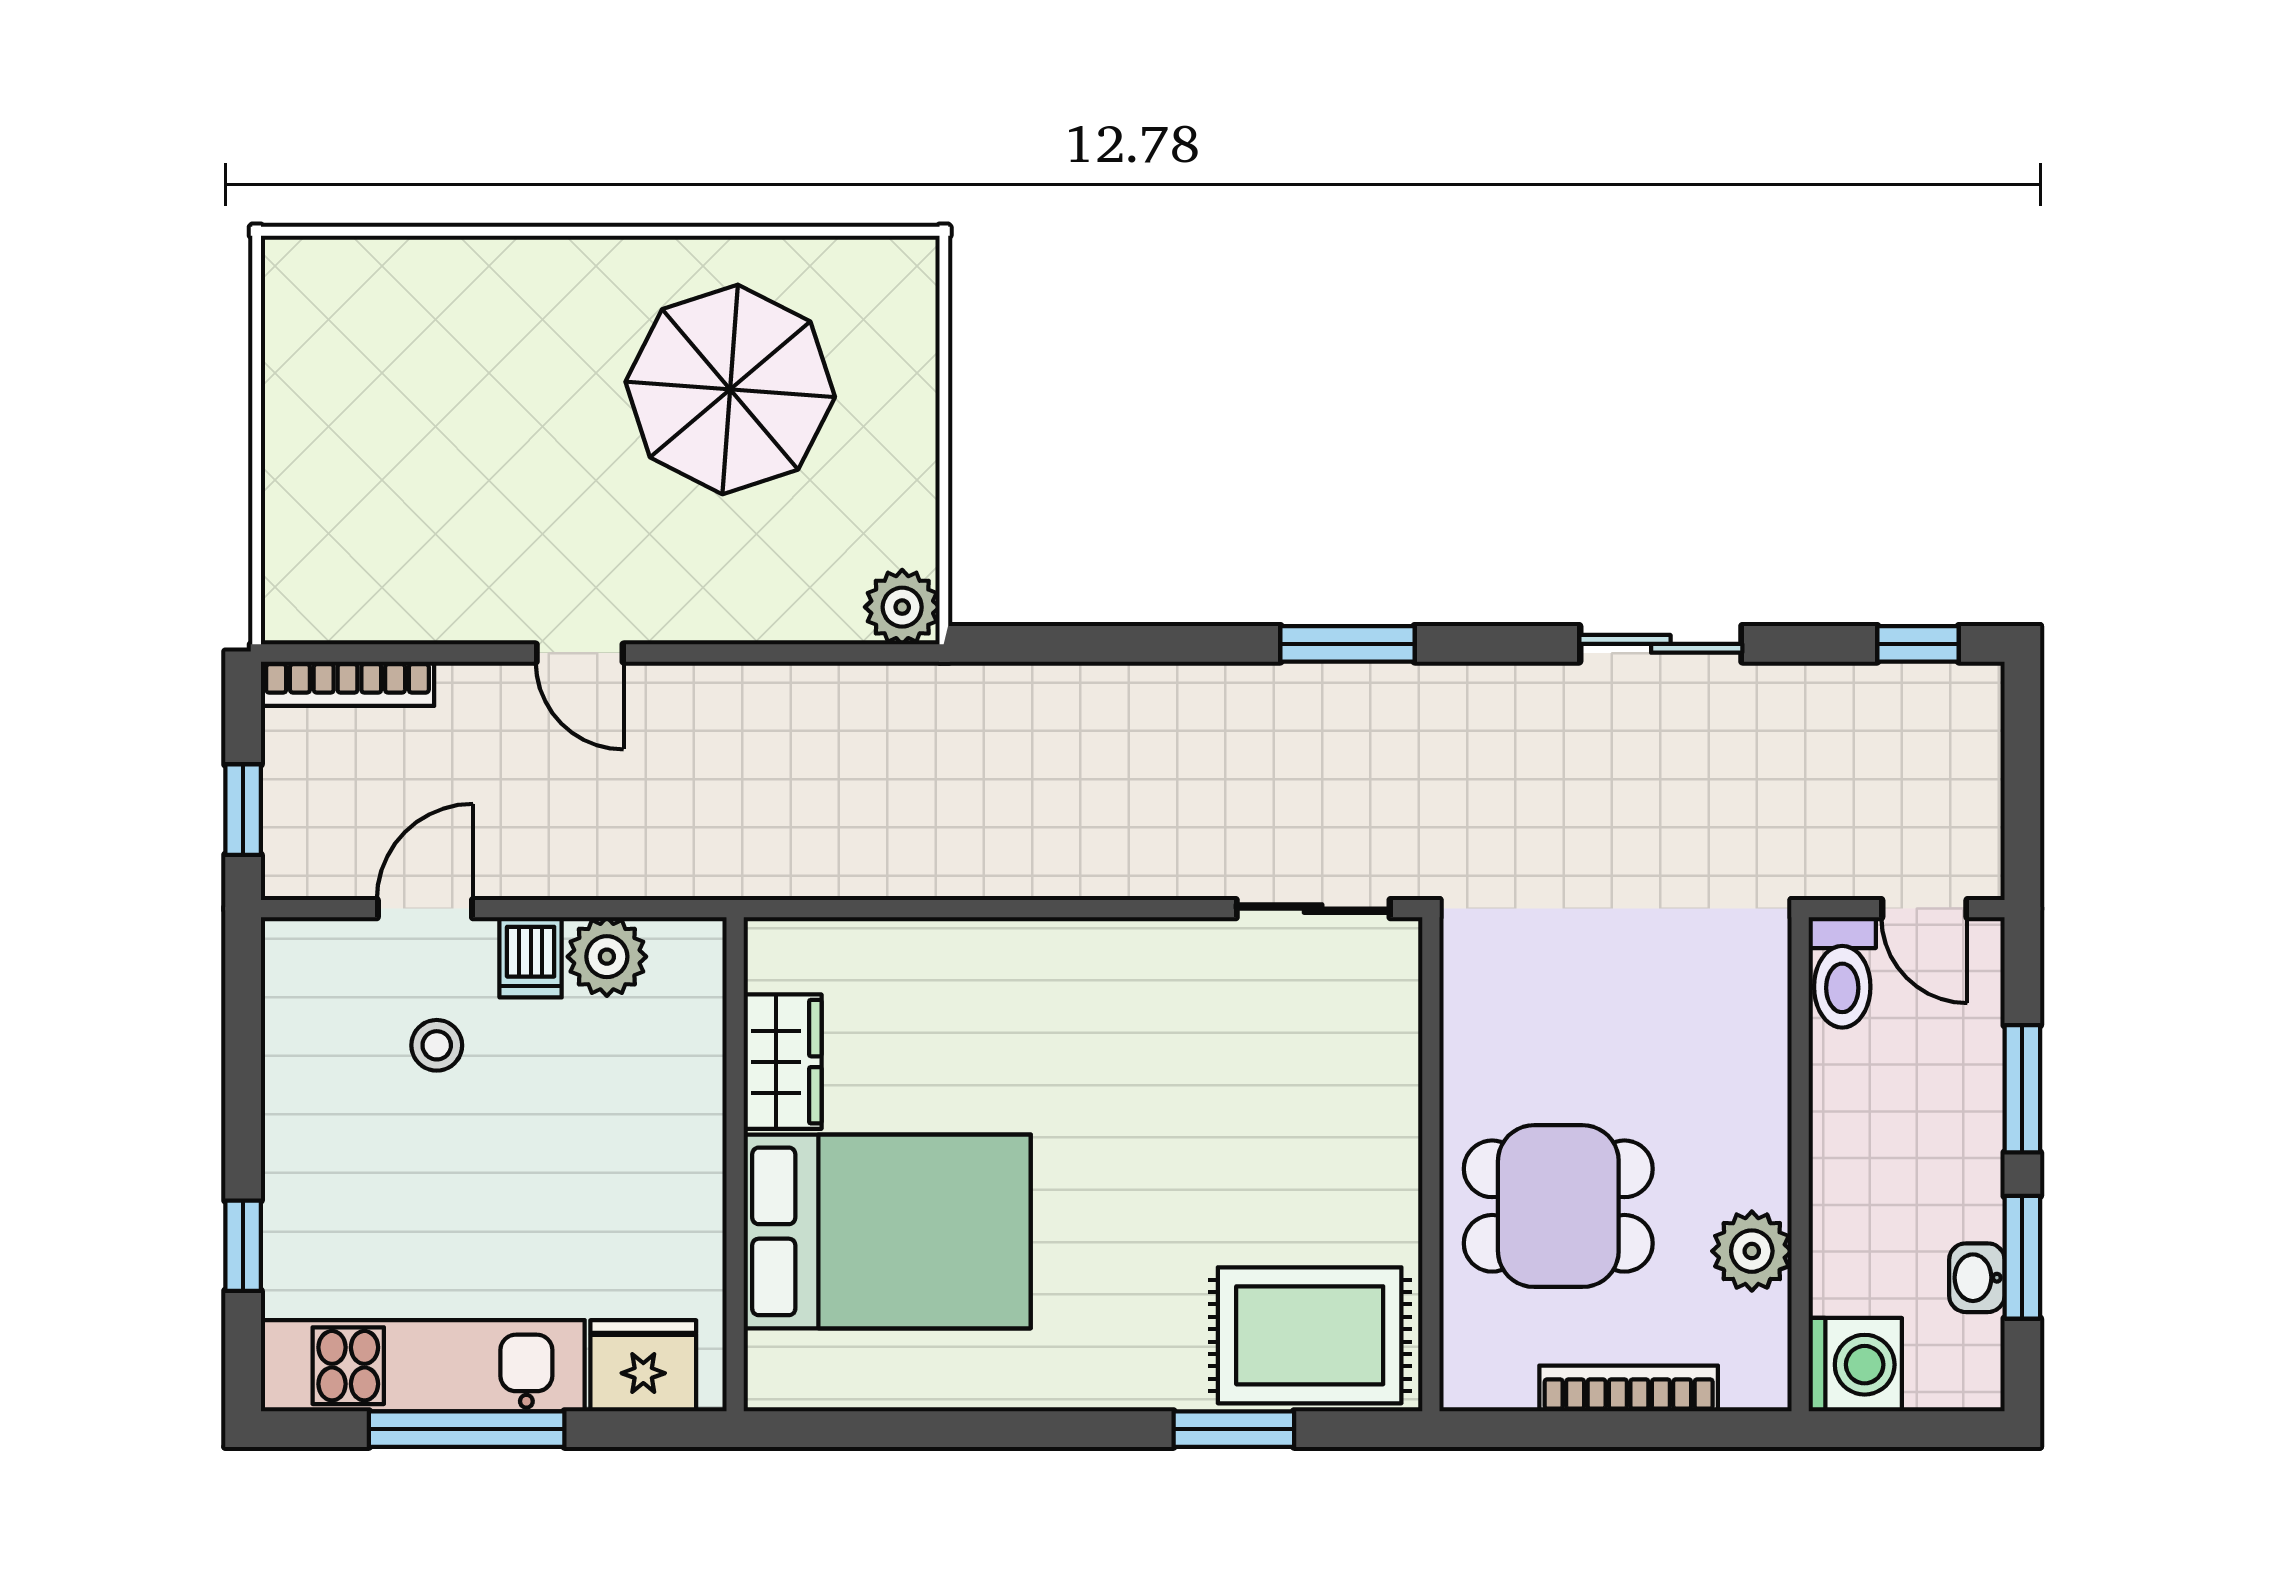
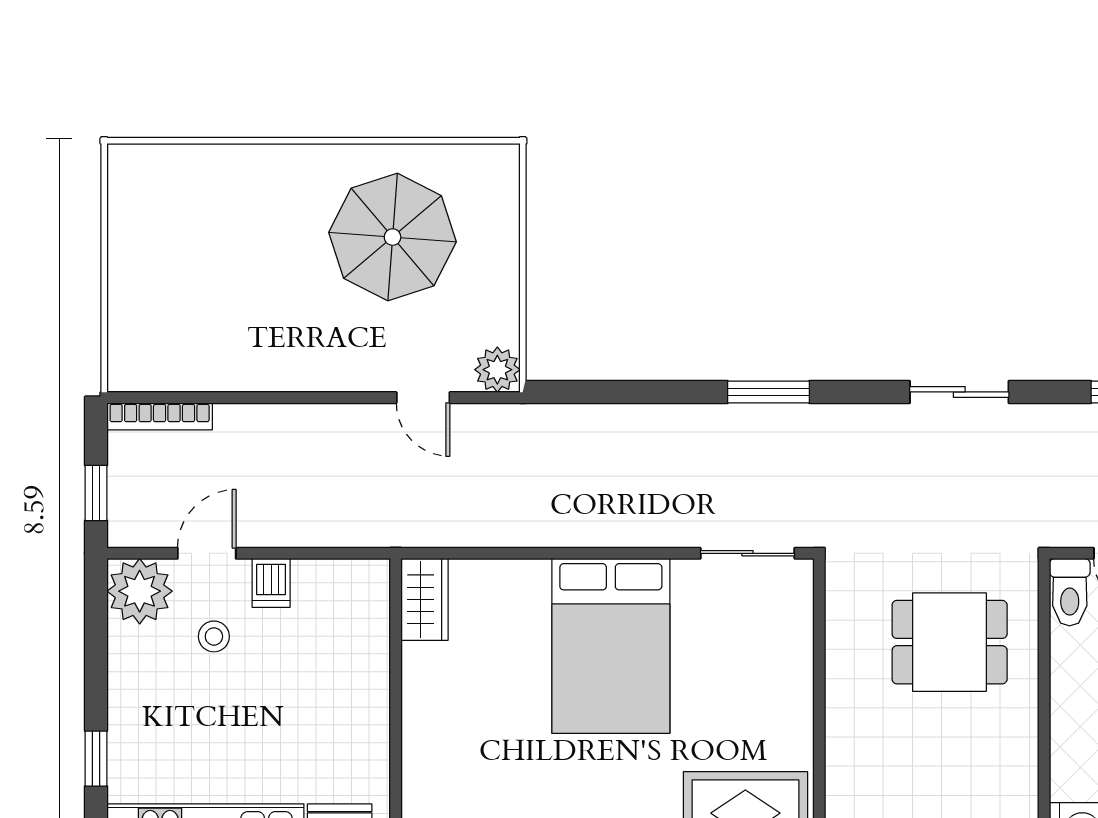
door: (580, 653) -> (423, 398), moved
plant: (607, 957) -> (140, 591), moved, width x1.36, depth x1.36
wardrobe: (783, 1062) -> (425, 599), moved
dining table: (1558, 1206) -> (950, 642), moved
bed: (887, 1231) -> (611, 646), moved, turned 90
plant: (1752, 1251) -> (1015, 762), removed

